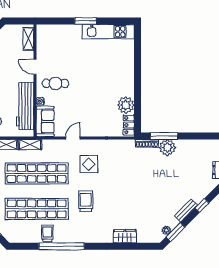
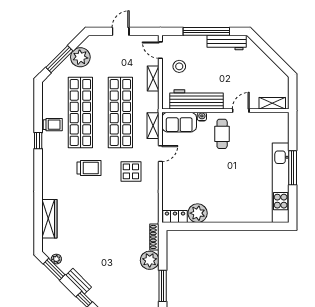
window: (86, 21) -> (293, 168), width x1.44
kitchen unit: (108, 32) -> (281, 183), width x1.36
window: (164, 136) -> (163, 286), moved
door: (73, 138) -> (160, 154), hinge flipped
shelving: (30, 145) -> (153, 126), moved
wardrobe: (125, 236) -> (49, 219), width x1.50
window: (61, 246) -> (38, 141), width x0.32

